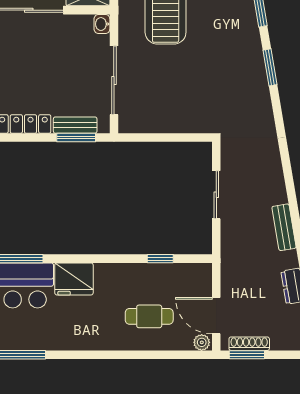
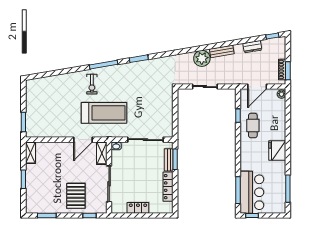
plant: (270, 189) -> (202, 58), added
fridge: (74, 279) -> (277, 150), moved, turned 180
cafe table: (149, 316) -> (253, 126), moved
door: (216, 316) -> (257, 87), moved

